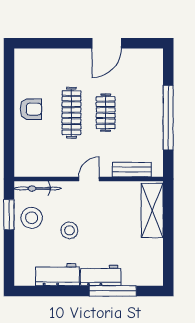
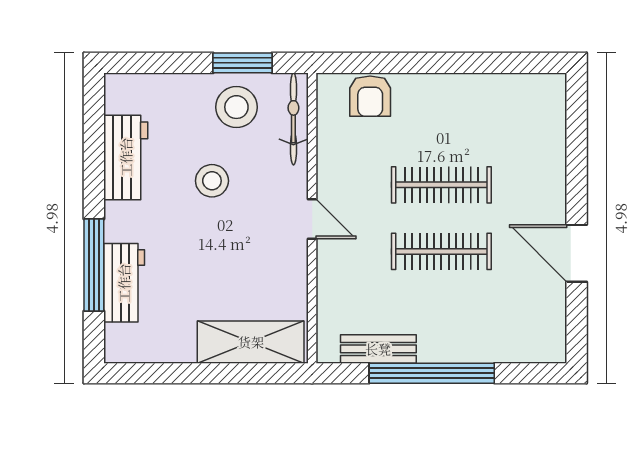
armchair: (31, 109) -> (370, 96), moved
clothes rail: (106, 113) -> (441, 251), width x1.36
bench: (132, 170) -> (378, 349), moved, turned 90
workbench: (101, 275) -> (124, 283), moved

